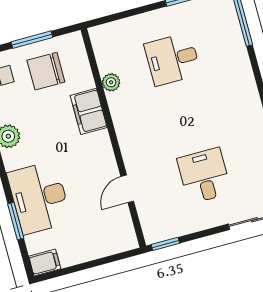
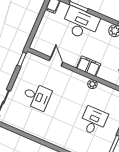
plant: (111, 82) -> (92, 84), moved
filing cabinet: (89, 111) -> (88, 66), moved

